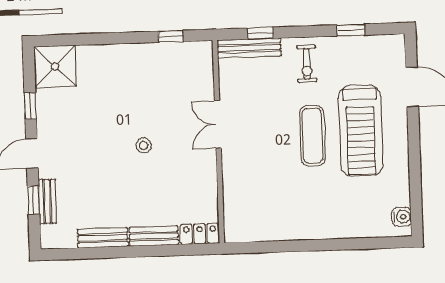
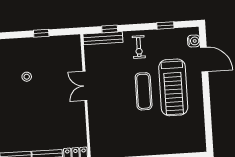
window: (171, 36) -> (41, 33), moved
stool: (144, 145) -> (27, 77), moved
water cooler: (402, 217) -> (194, 41), moved

